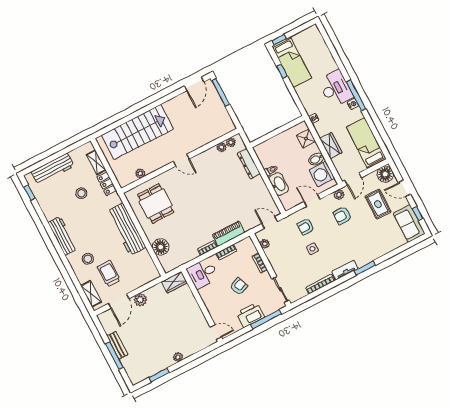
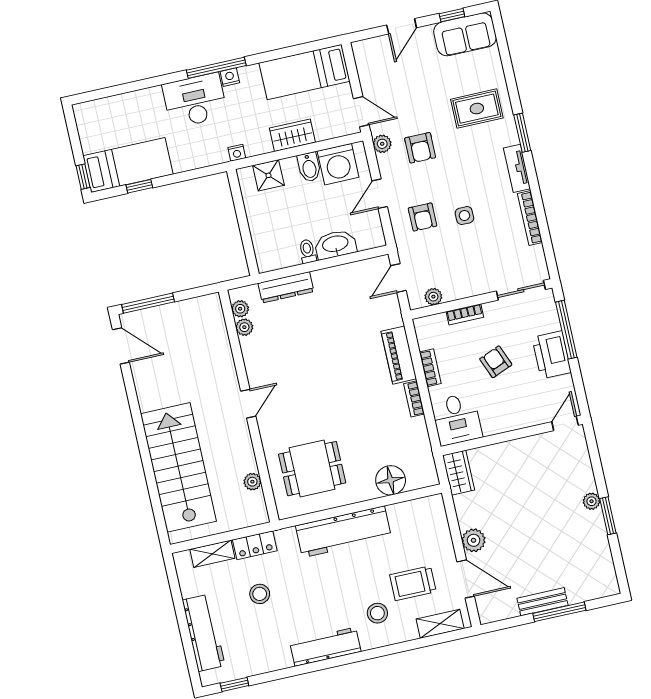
floor lamp: (385, 174) -> (368, 53), removed
rug: (378, 204) -> (477, 109), moved
window: (159, 375) -> (608, 516), moved

